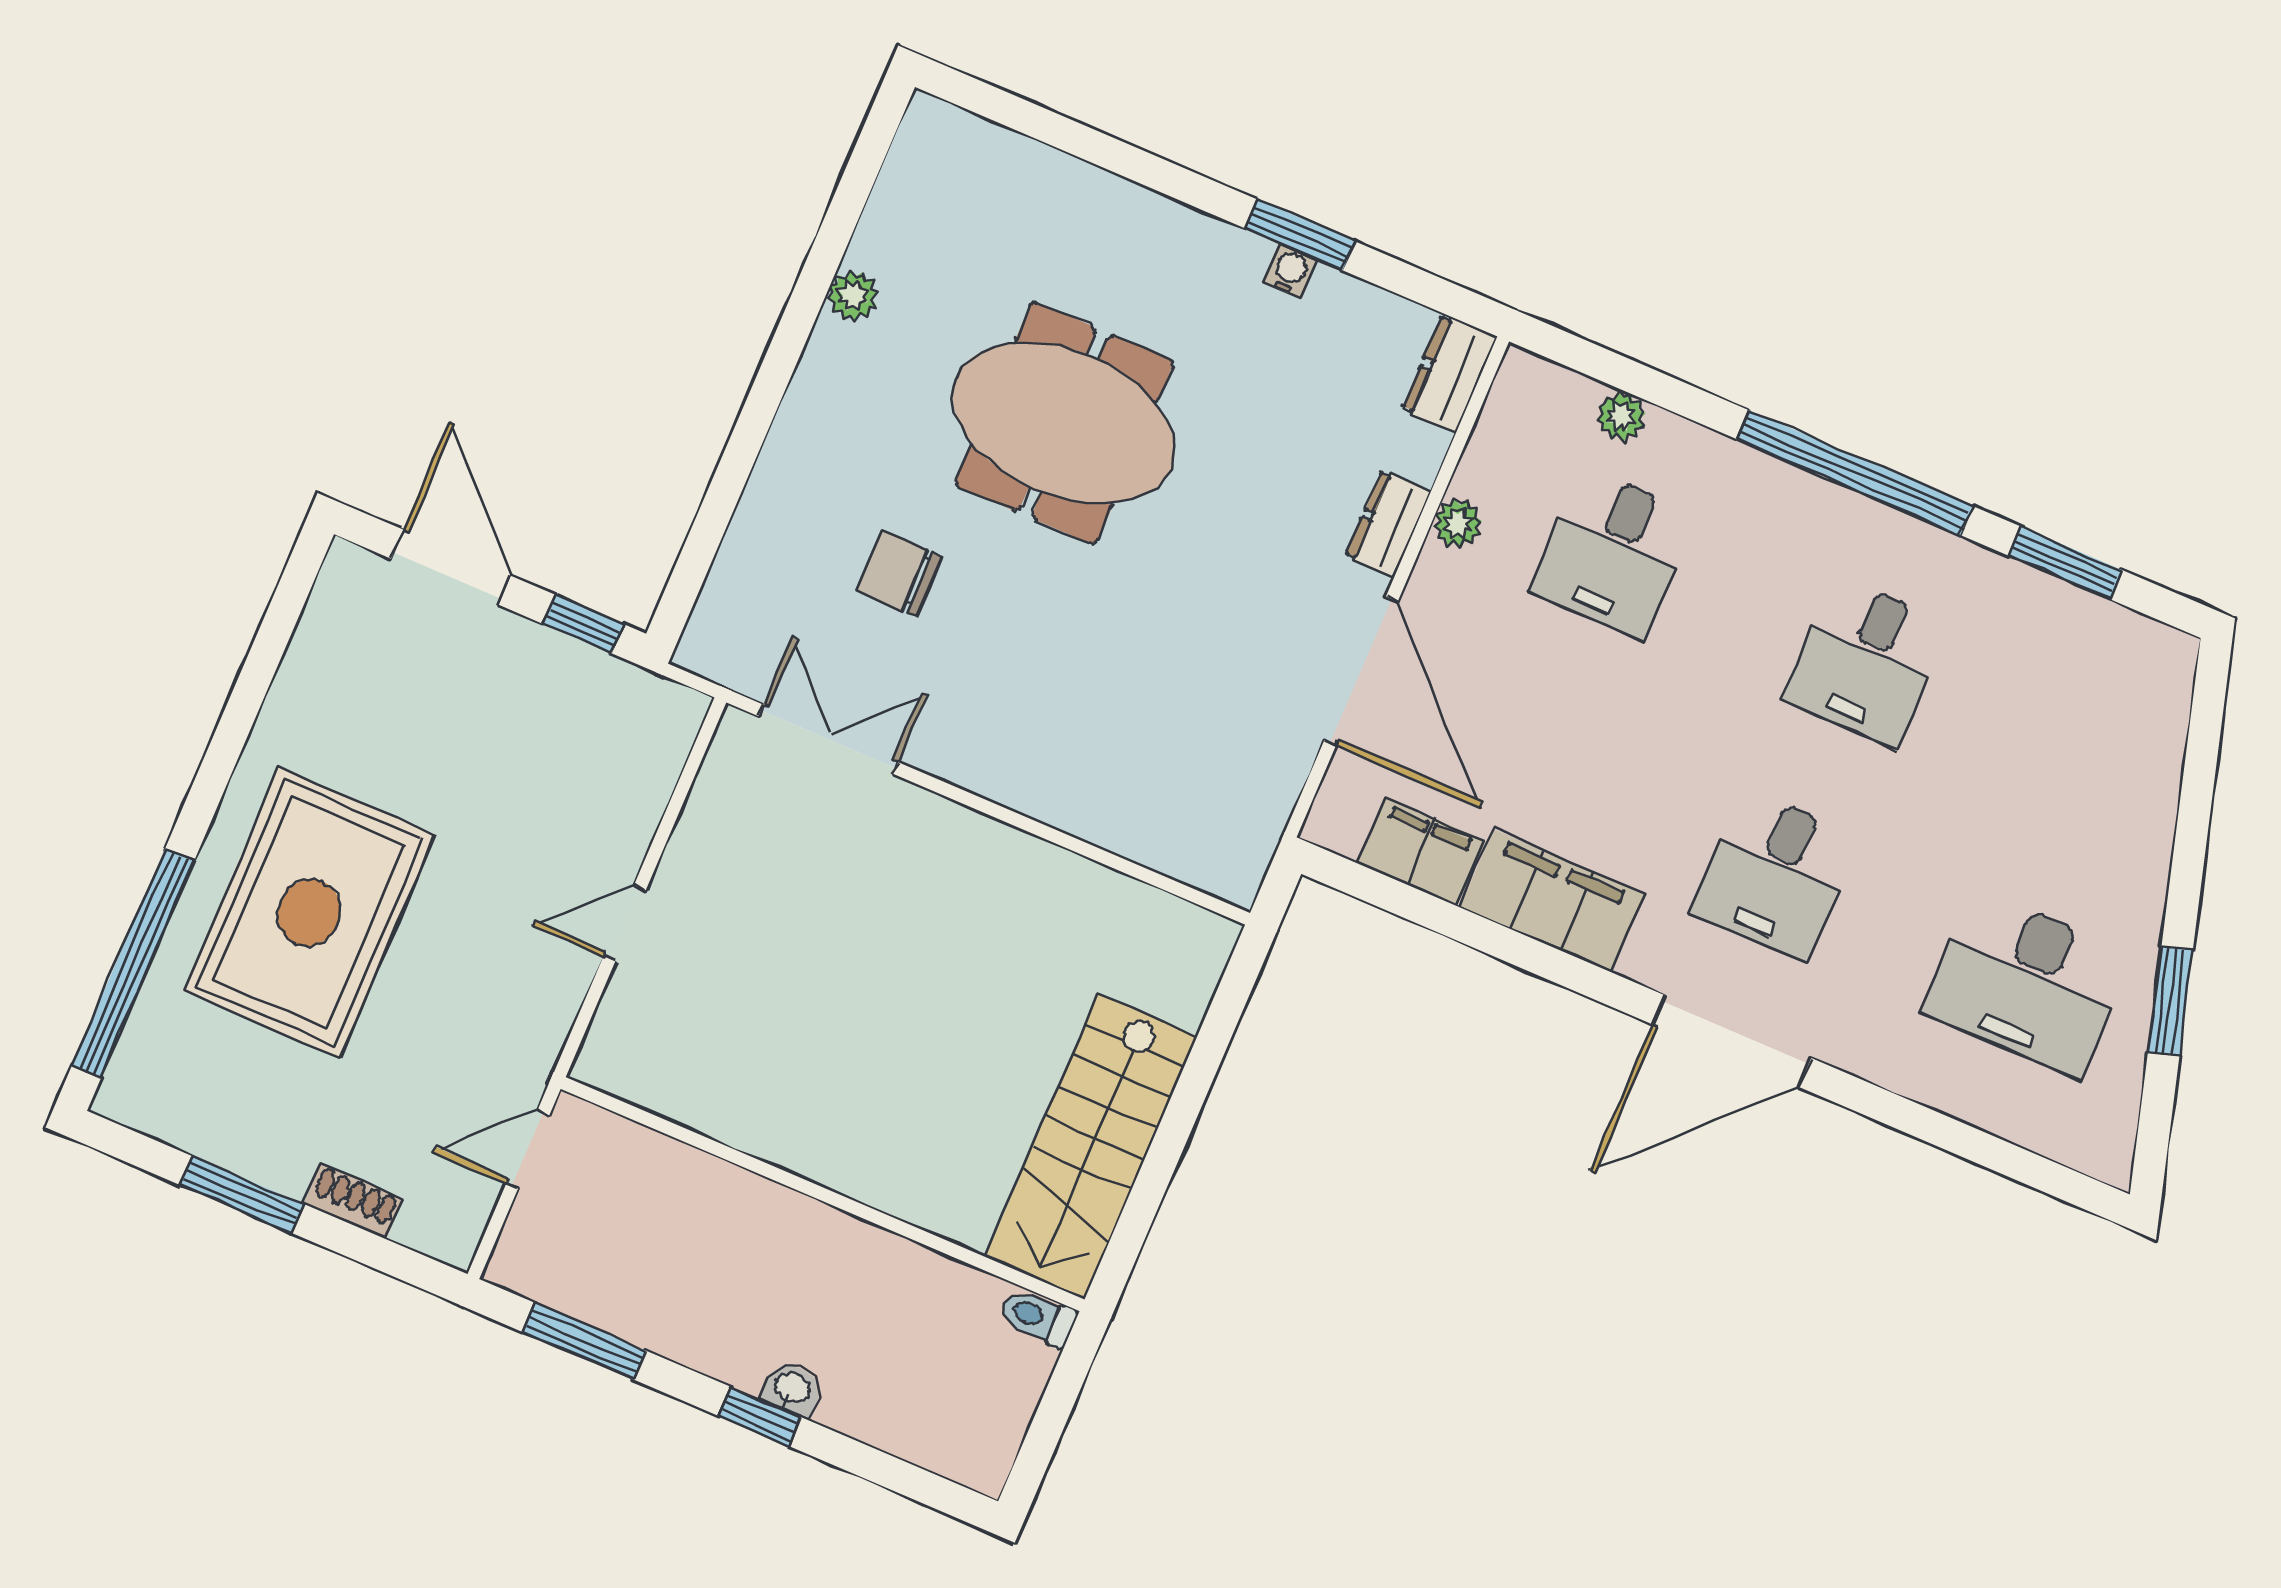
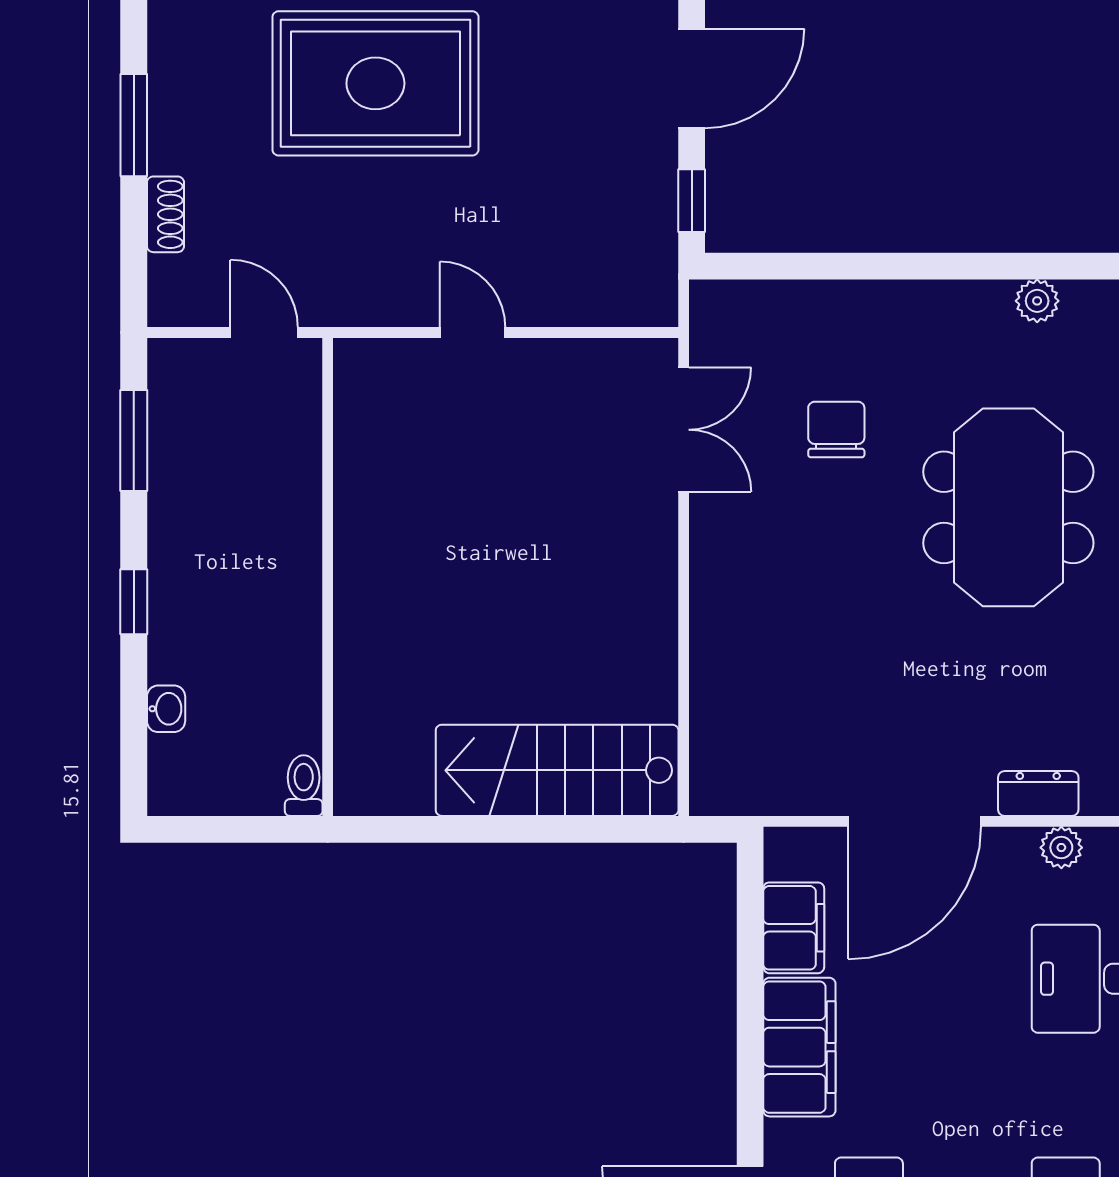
stairs: (1091, 1147) -> (557, 770), moved
washbasin: (792, 1389) -> (166, 709), moved

